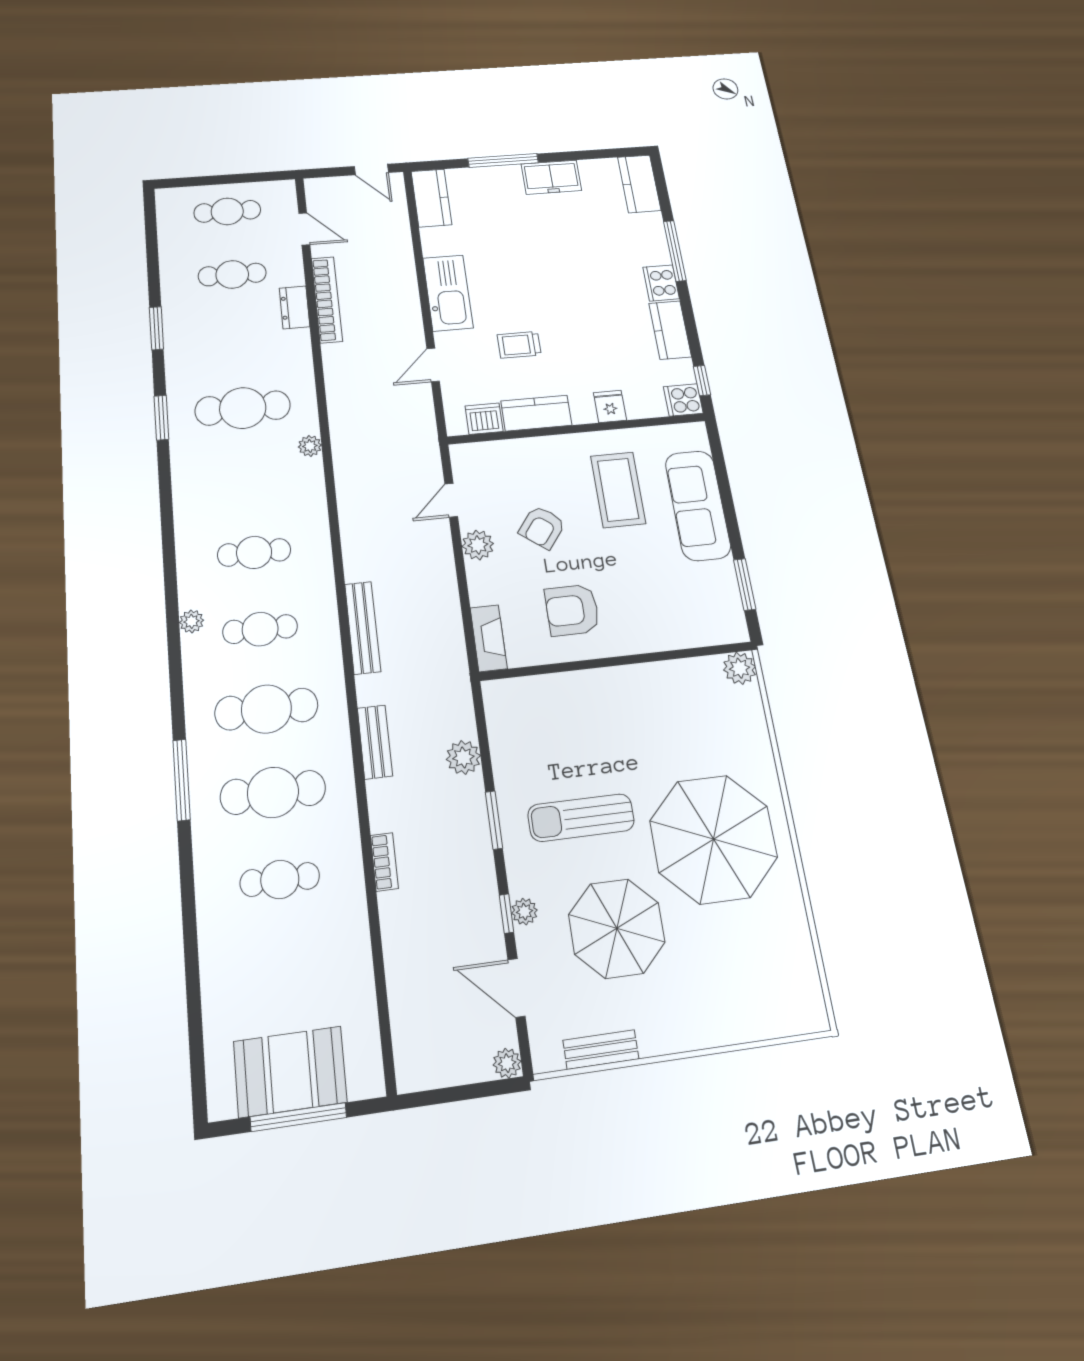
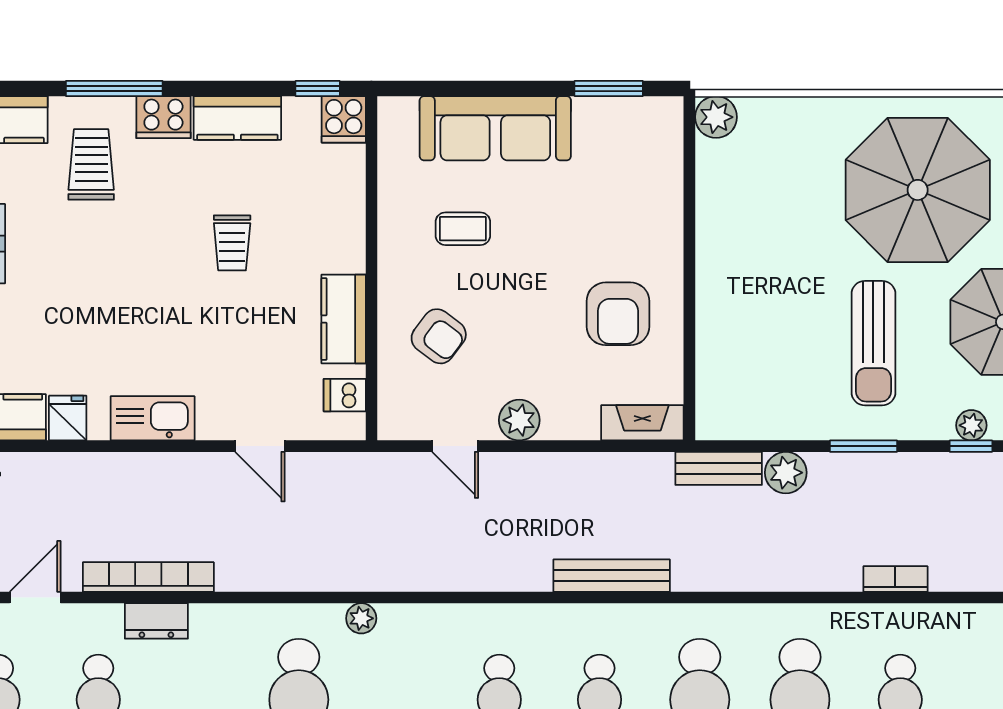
trolley: (619, 241) -> (91, 164), added
kitchen sink: (448, 293) -> (153, 418), width x0.73, depth x0.81
trolley: (519, 345) -> (232, 243), moved
fridge: (610, 406) -> (68, 418), moved, turned 90
dishwasher: (484, 419) -> (345, 395), width x0.73
coffee table: (618, 490) -> (463, 229), width x0.54, depth x0.58
armchair: (542, 527) -> (439, 336), moved
bench: (375, 742) -> (719, 468), moved

